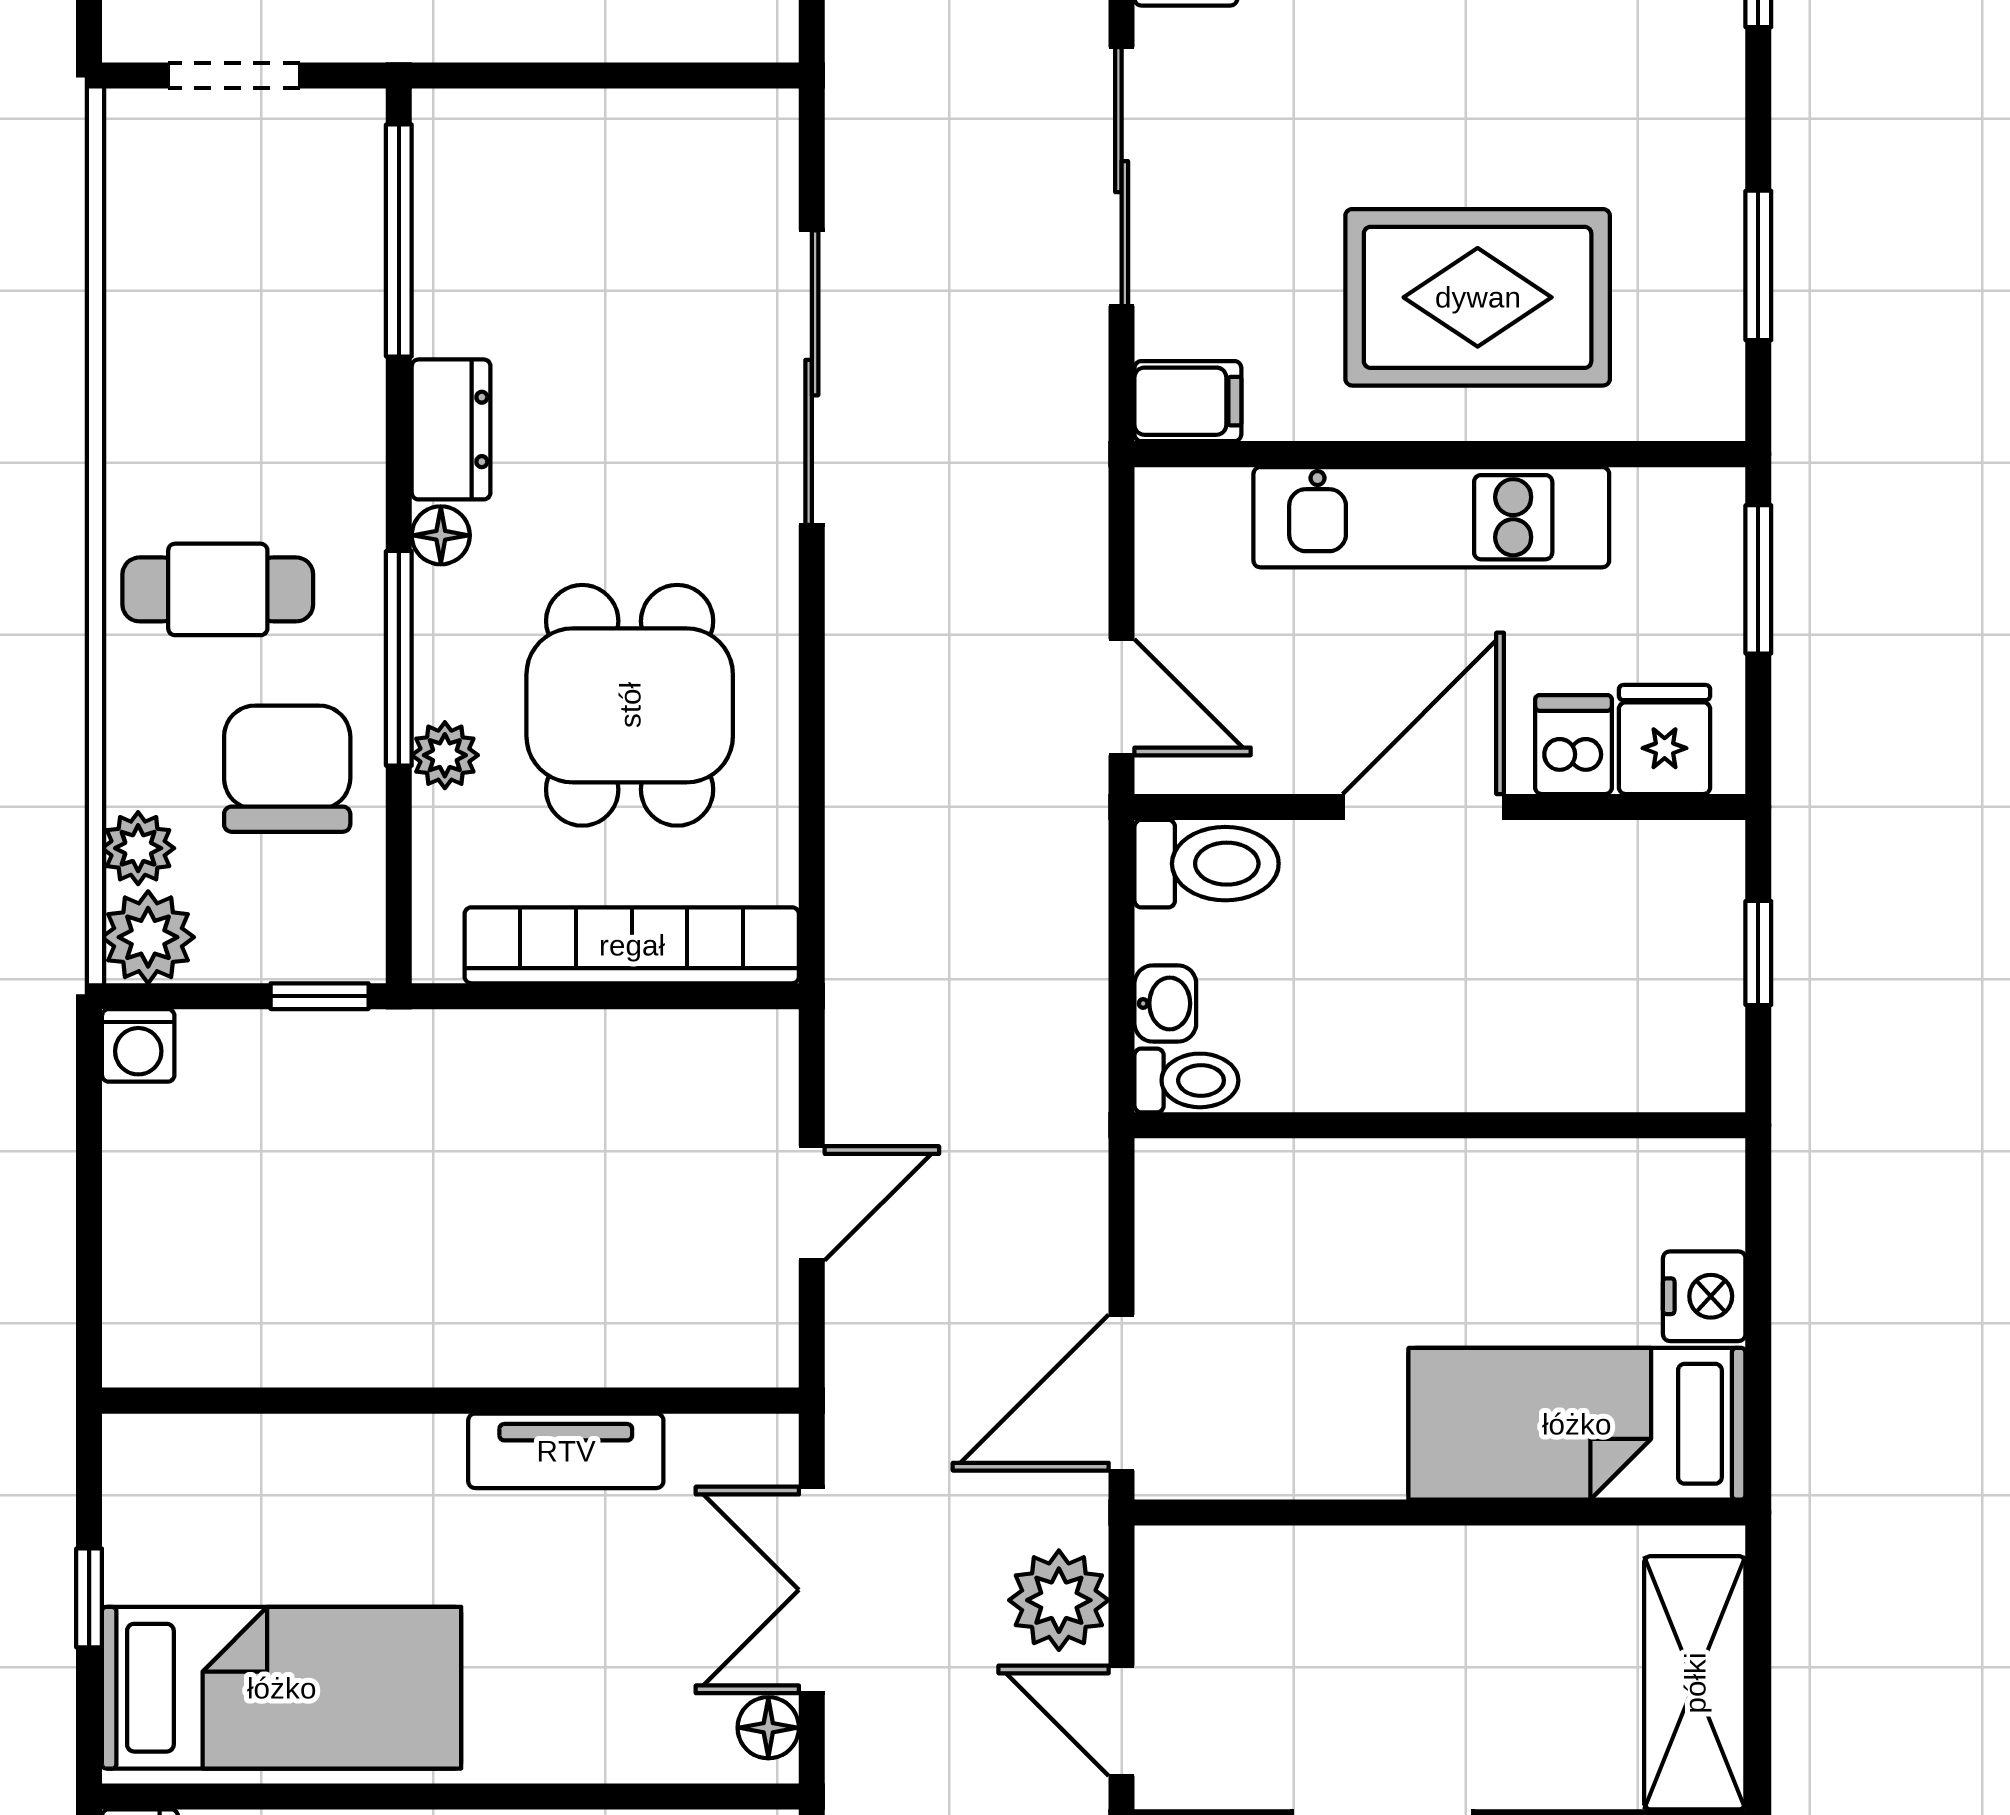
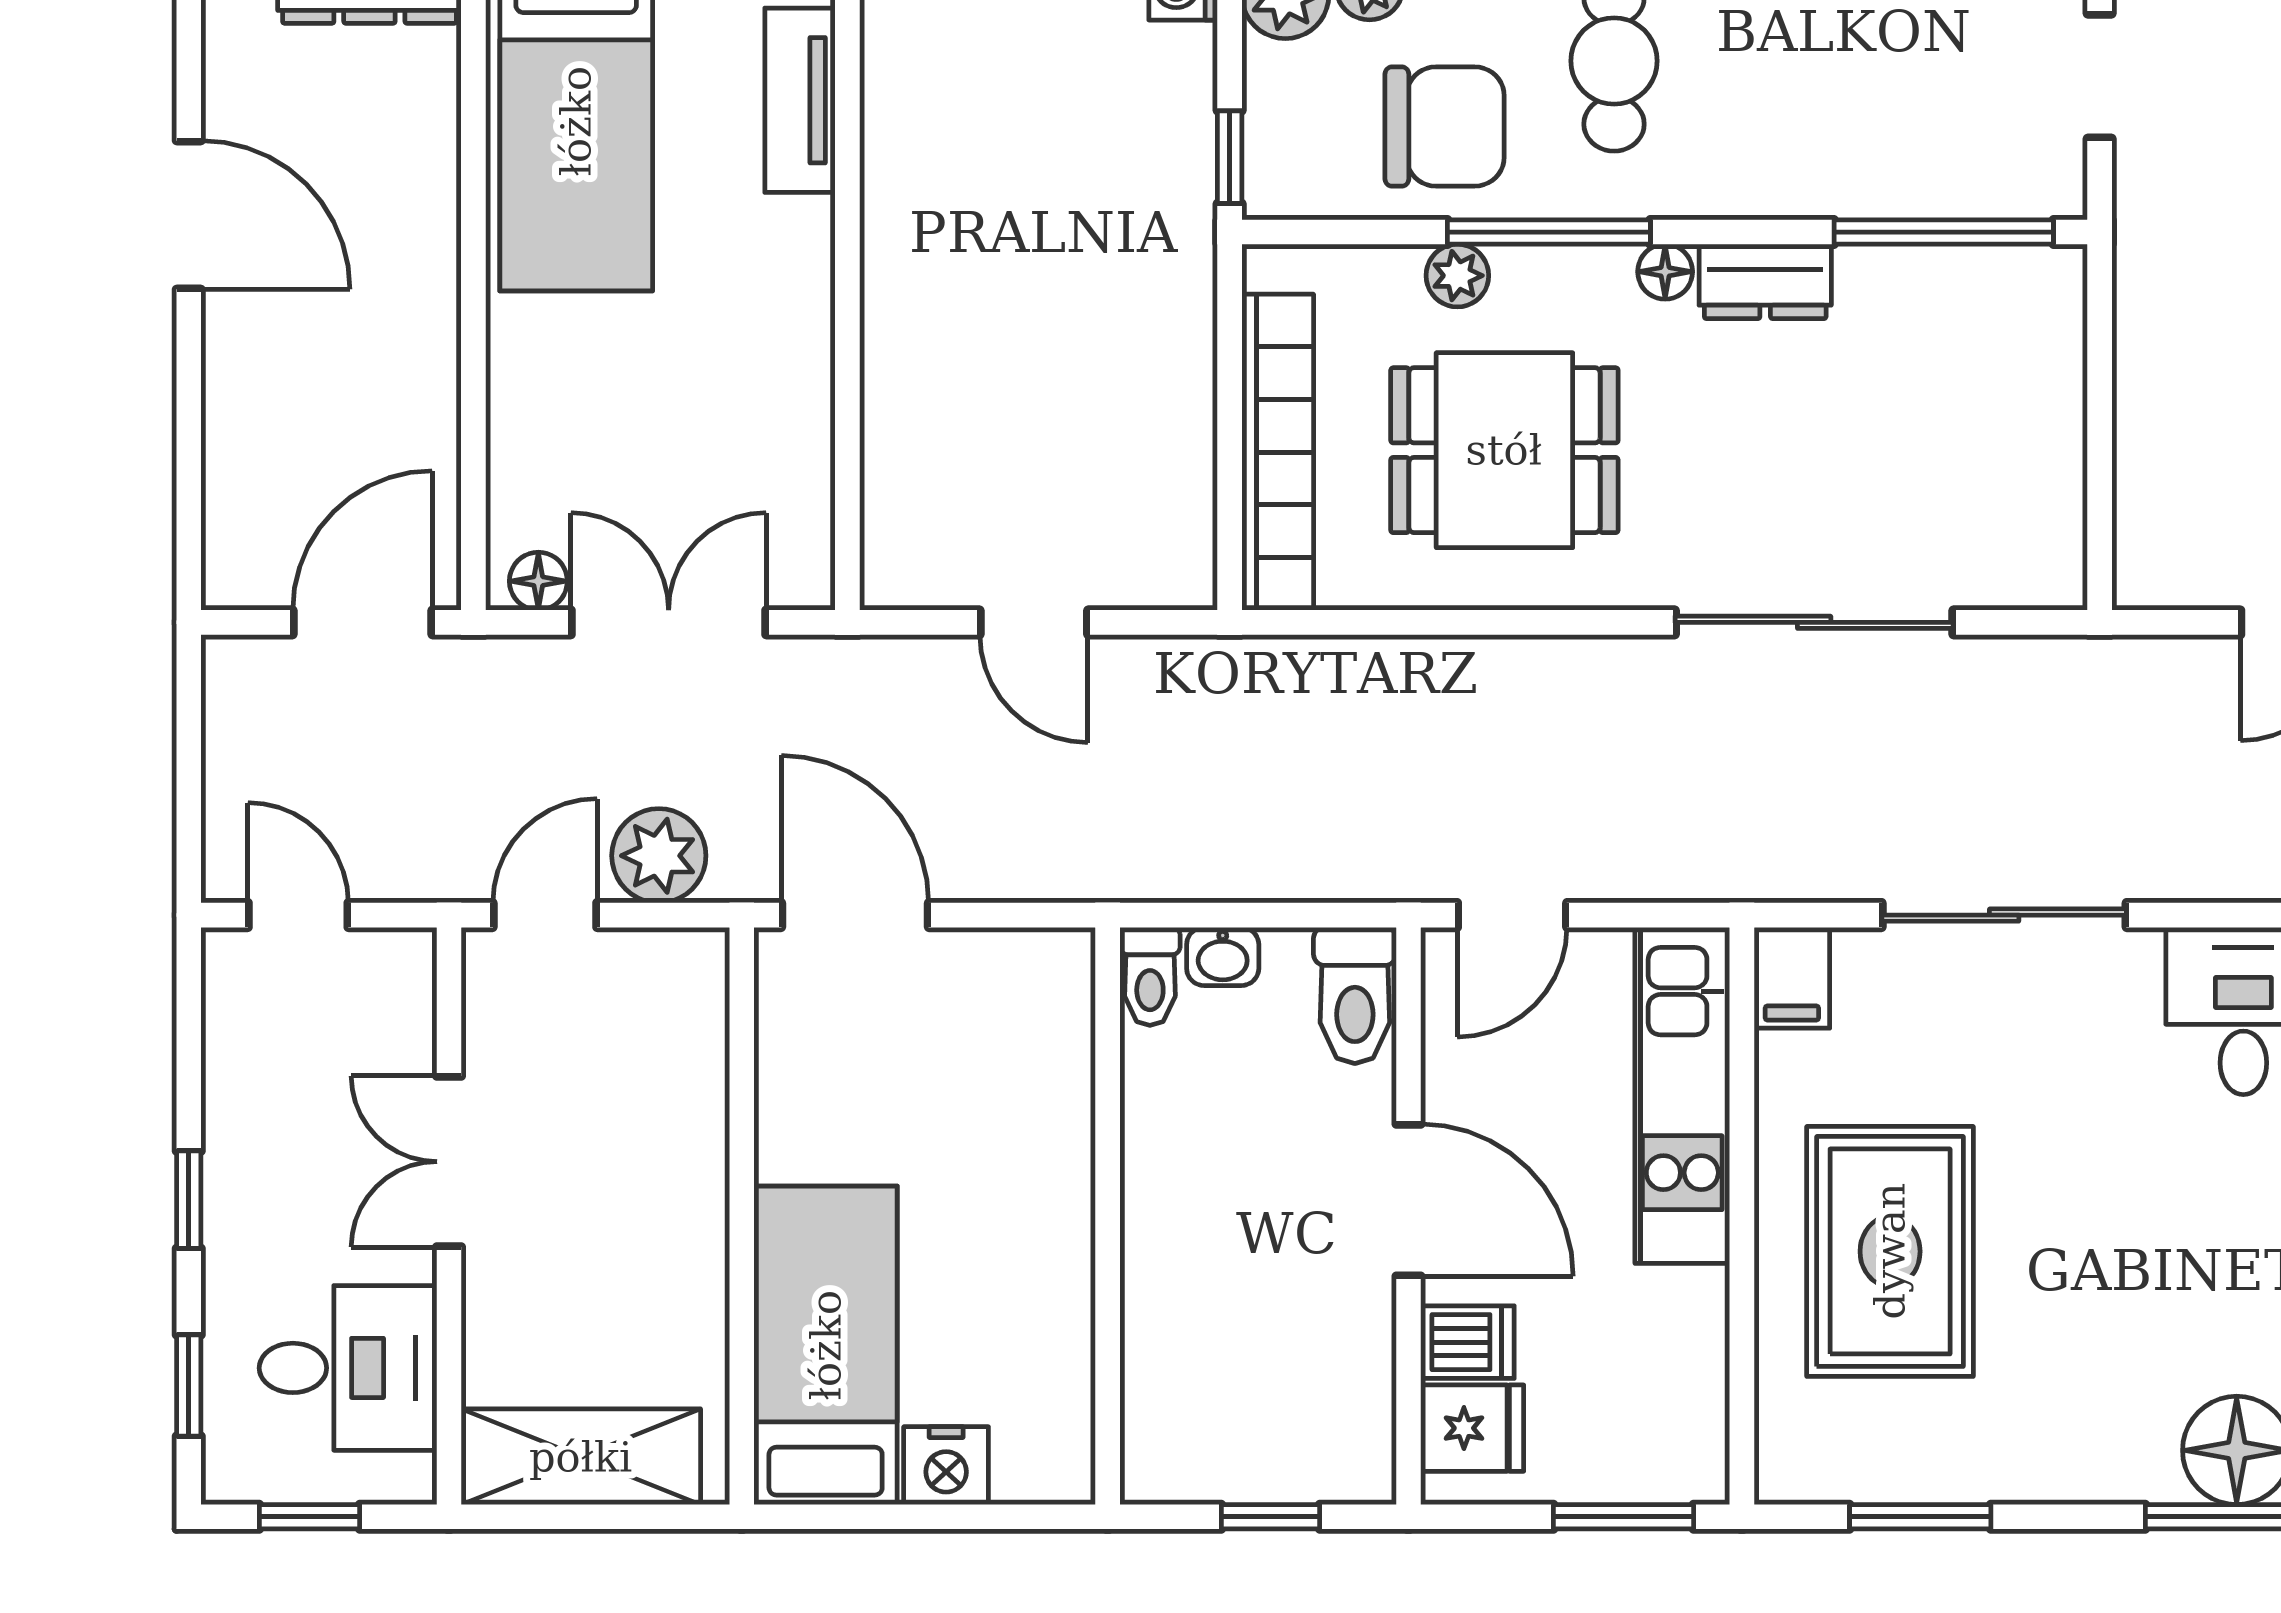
kitchen unit: (1431, 517) -> (1682, 1095), moved
tv unit: (566, 1451) -> (800, 100), moved

